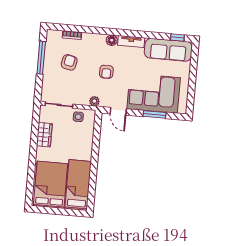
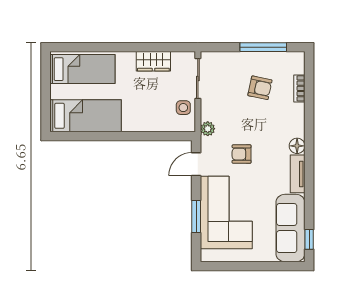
armchair: (106, 72) -> (242, 154), moved
bed: (51, 185) -> (82, 69), width x0.67

